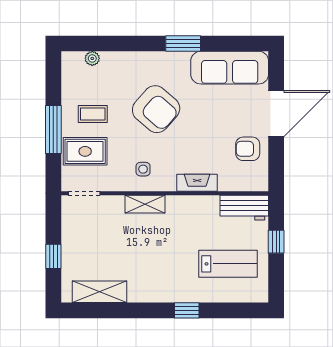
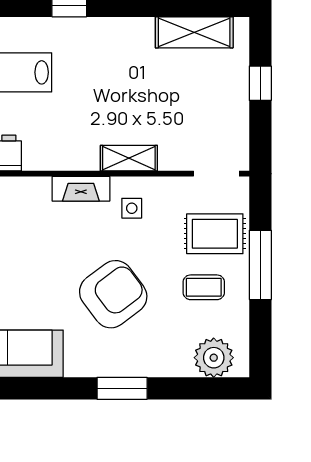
window: (183, 43) -> (122, 388), moved
plant: (92, 58) -> (214, 358), width x1.88, depth x1.88
armchair: (156, 109) -> (113, 294), turned 102
fireplace: (197, 183) -> (81, 189), moved

